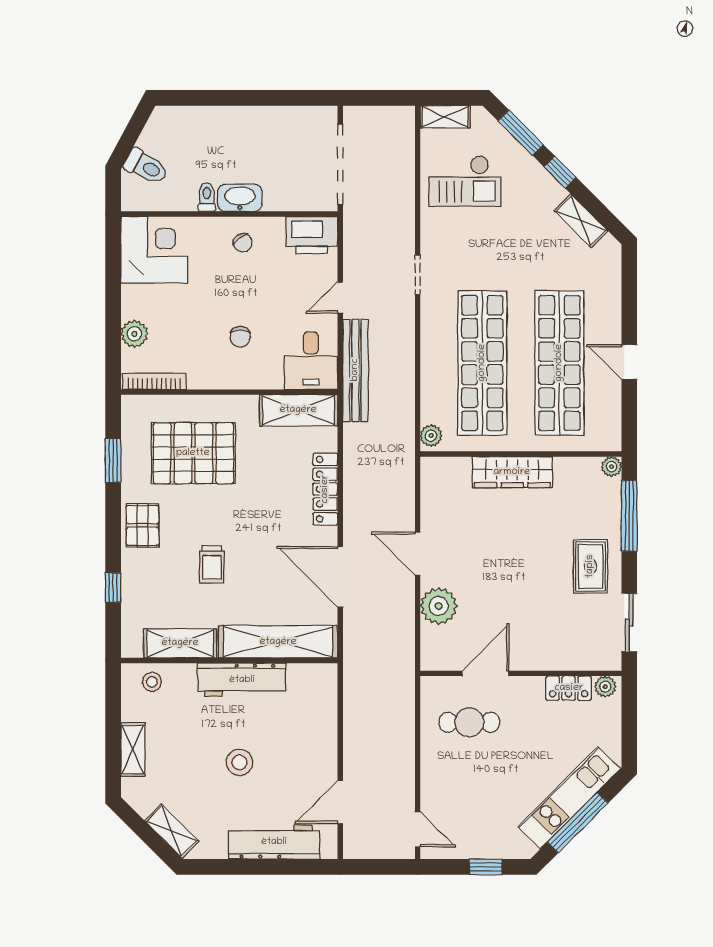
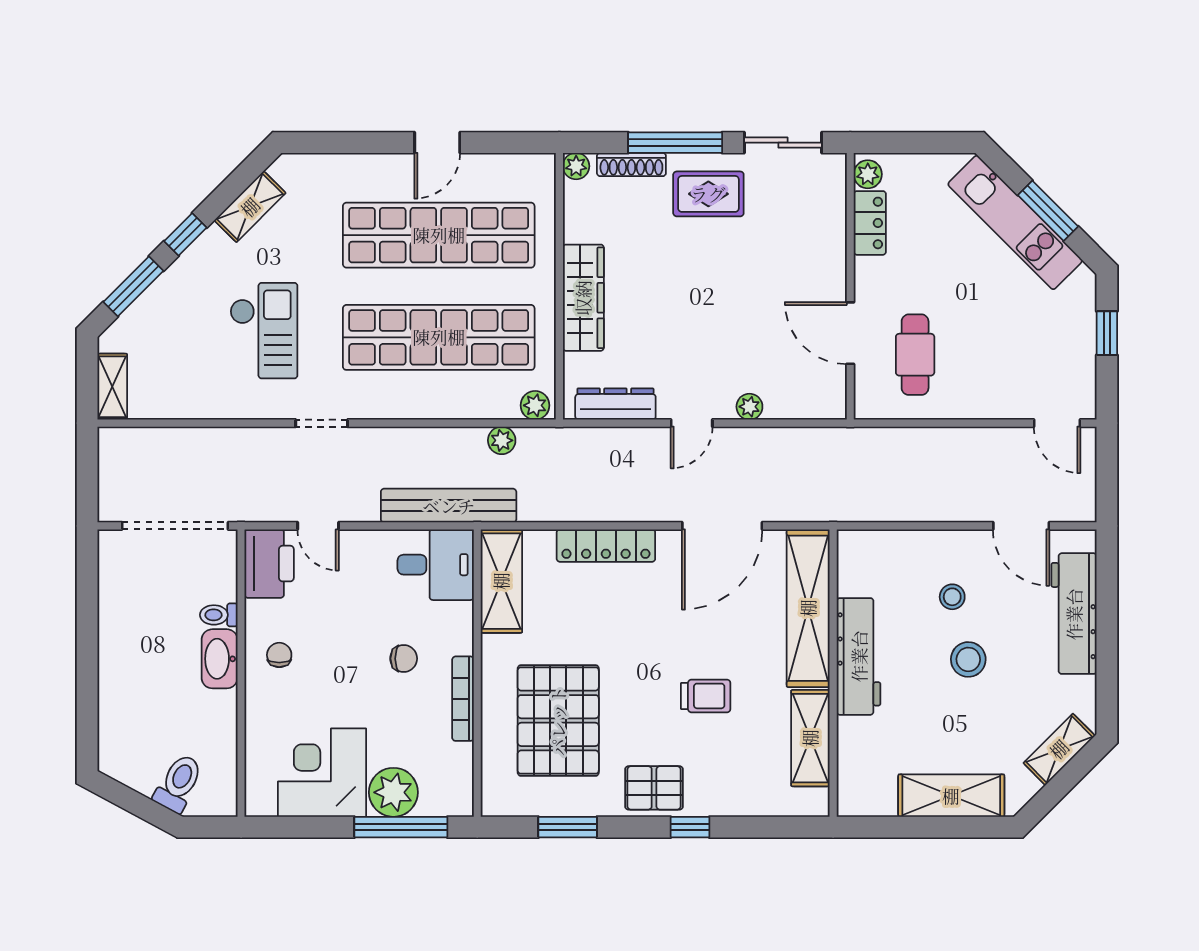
checkout: (465, 181) -> (264, 331), moved
toilet: (207, 197) -> (219, 615), moved
chair: (243, 243) -> (279, 655), turned -55
corner desk: (154, 250) -> (322, 773), moved
door: (340, 298) -> (318, 526), moved
window: (113, 334) -> (401, 827), added
plant: (134, 334) -> (393, 792), width x1.36, depth x1.36
bookcase: (154, 381) -> (463, 699), moved
plant: (405, 411) -> (502, 440), added
dresser: (432, 496) -> (615, 404), added
shoe rack: (613, 508) -> (631, 165), added
window: (629, 516) -> (675, 143), moved
door: (418, 554) -> (692, 423), width x0.73
window: (113, 588) -> (690, 827), moved
plant: (439, 606) -> (749, 407), width x0.53, depth x0.53
stool: (152, 682) -> (952, 597), moved
shelving: (133, 750) -> (951, 796), width x1.50, depth x1.33
window: (578, 822) -> (1048, 211), width x0.69
door: (418, 829) -> (1057, 423), swing flipped

